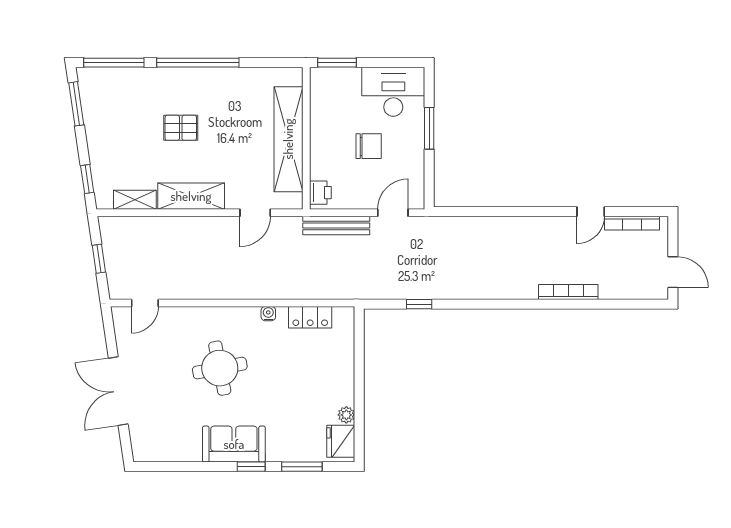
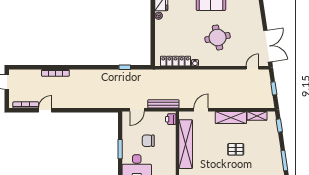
locker: (310, 317) -> (175, 61), width x1.53
double door: (118, 391) -> (268, 46), moved

